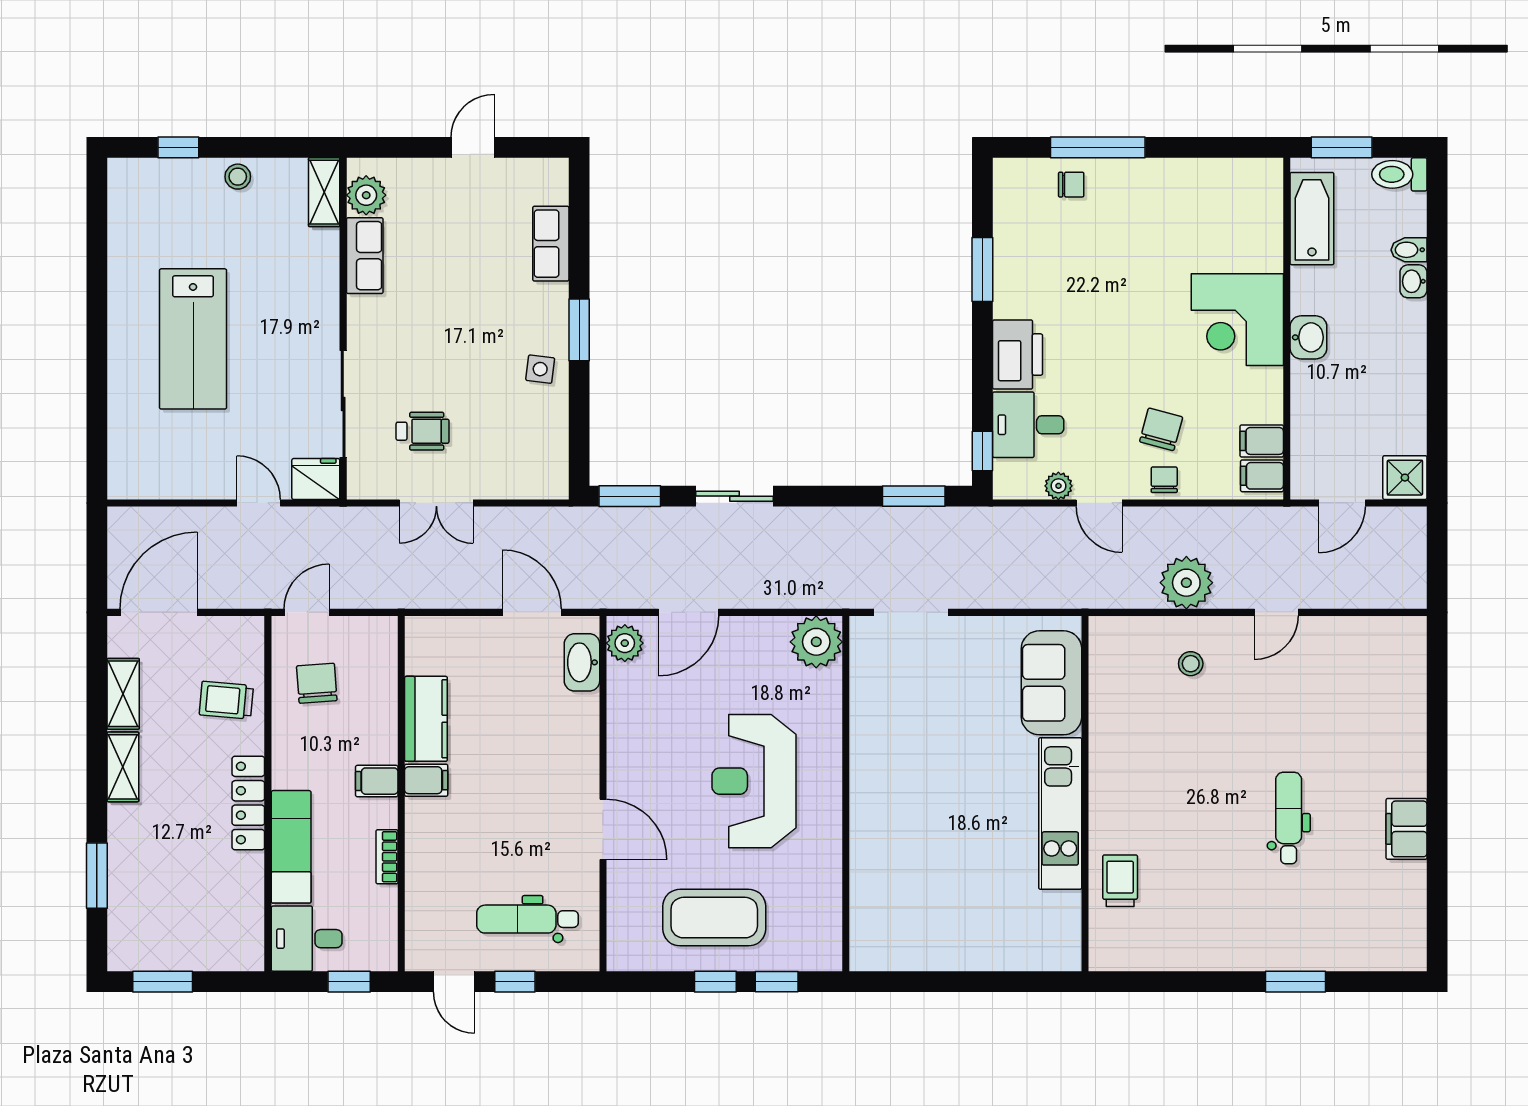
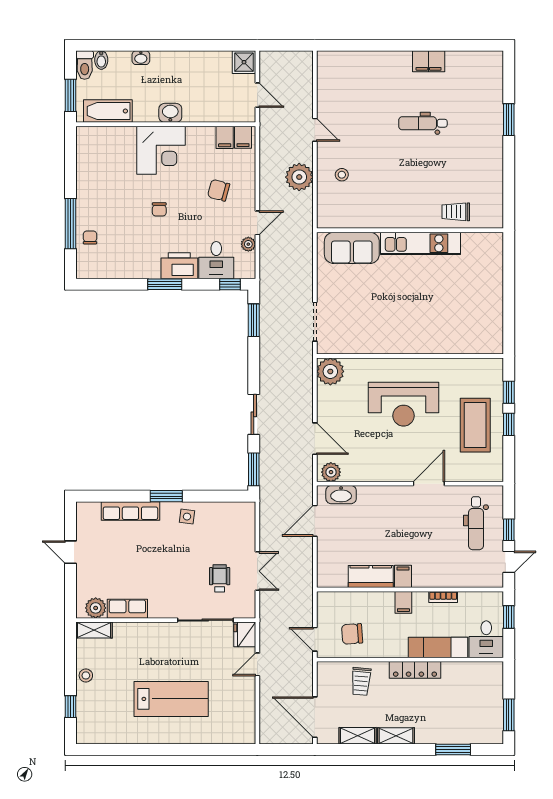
row of seats: (551, 244) -> (130, 511), width x1.48
bidet: (1409, 250) -> (101, 60), moved
window: (982, 270) -> (165, 284), moved
chair: (1164, 480) -> (159, 209), moved, turned -90

